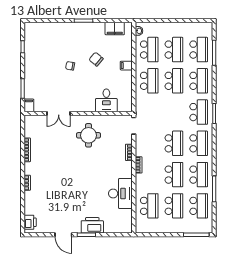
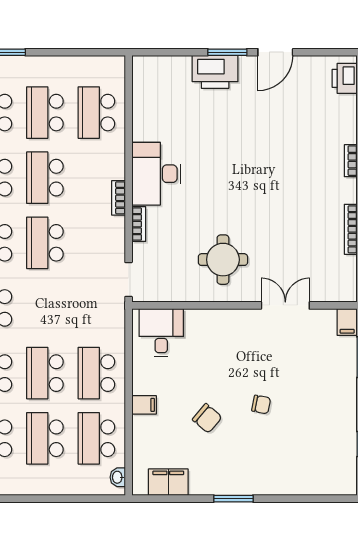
desk: (106, 100) -> (161, 333), moved
desk: (120, 194) -> (156, 174), moved
door: (63, 235) -> (275, 52), swing flipped

